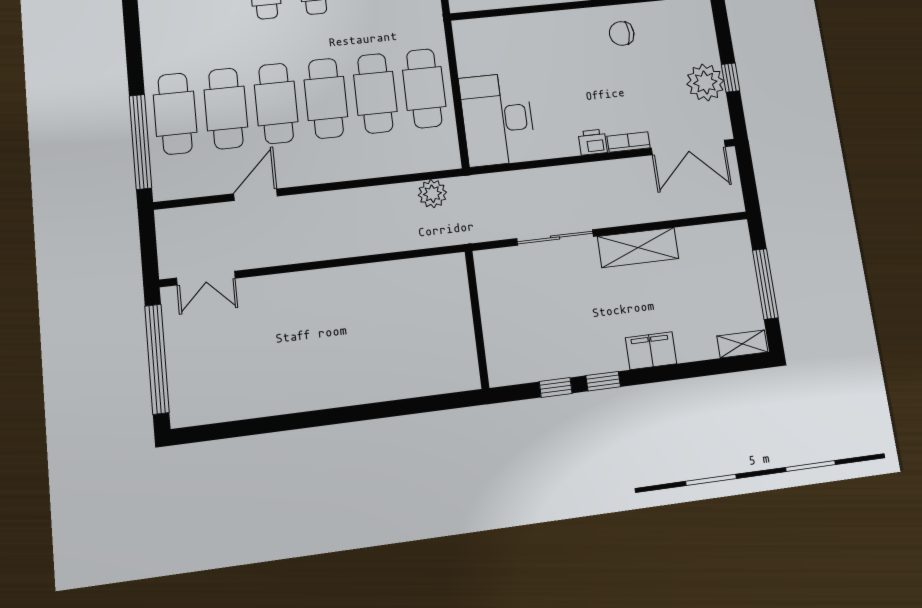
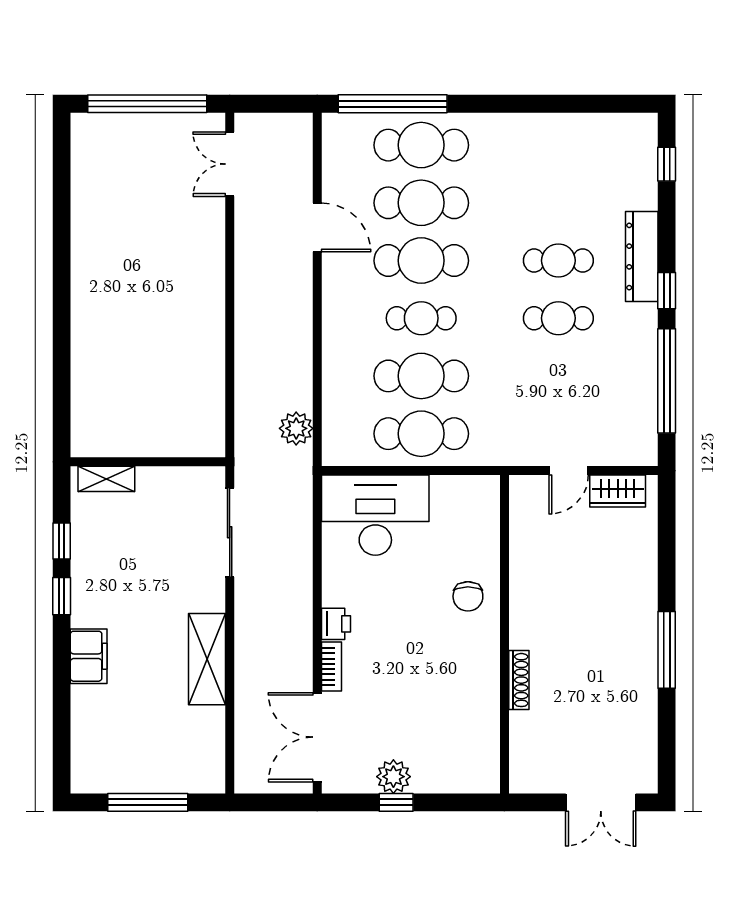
chair: (622, 33) -> (468, 596), moved, turned 180
plant: (705, 82) -> (393, 777), width x0.73, depth x0.73
cafe table: (326, 98) -> (421, 318), width x0.73, depth x0.74
sliding door: (555, 238) -> (230, 532), moved
shelving: (742, 344) -> (106, 479), moved, turned 90

